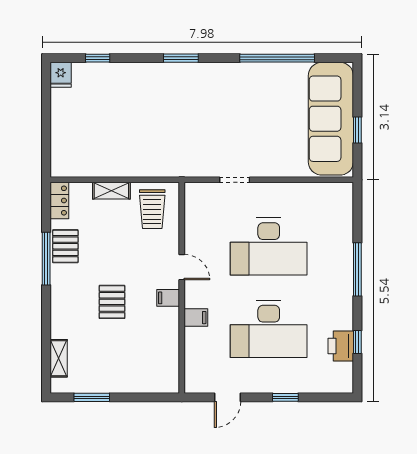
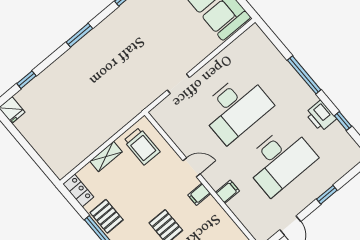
printer: (341, 346) -> (321, 116), moved

